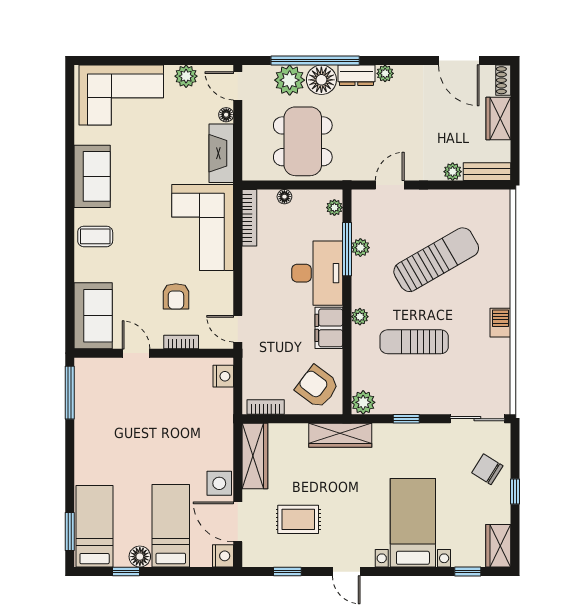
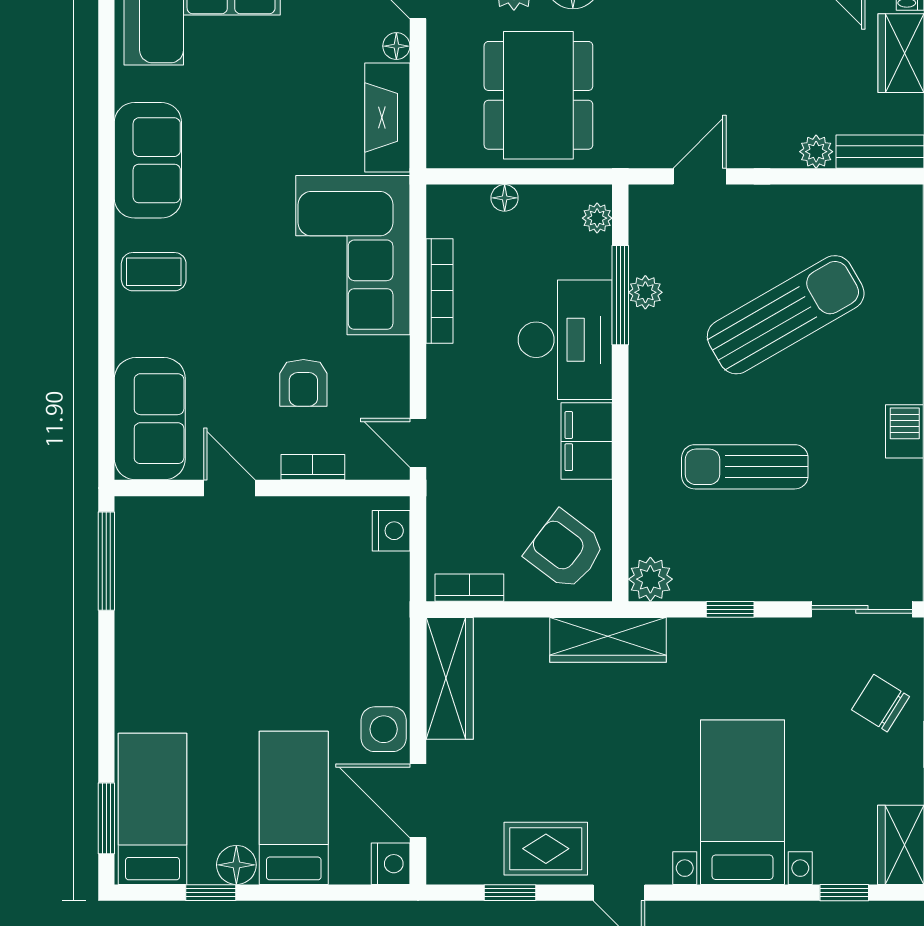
bookcase: (249, 218) -> (439, 291), moved
plant: (360, 317) -> (644, 420), removed
rug: (298, 519) -> (546, 849), moved

